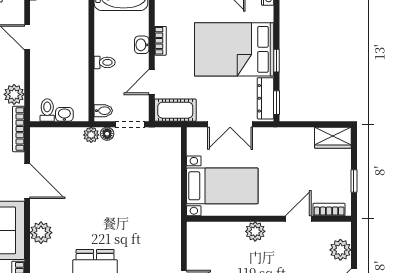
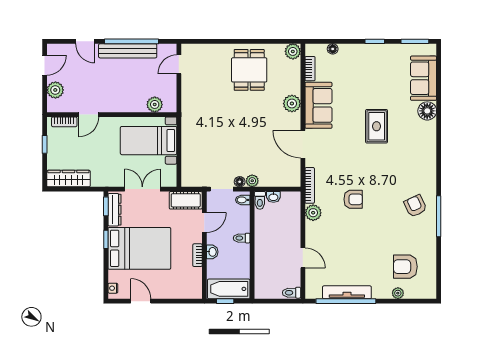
toilet: (47, 110) -> (260, 200), moved
wardrobe: (333, 138) -> (68, 179), width x1.50
plant: (255, 231) -> (155, 104), moved

